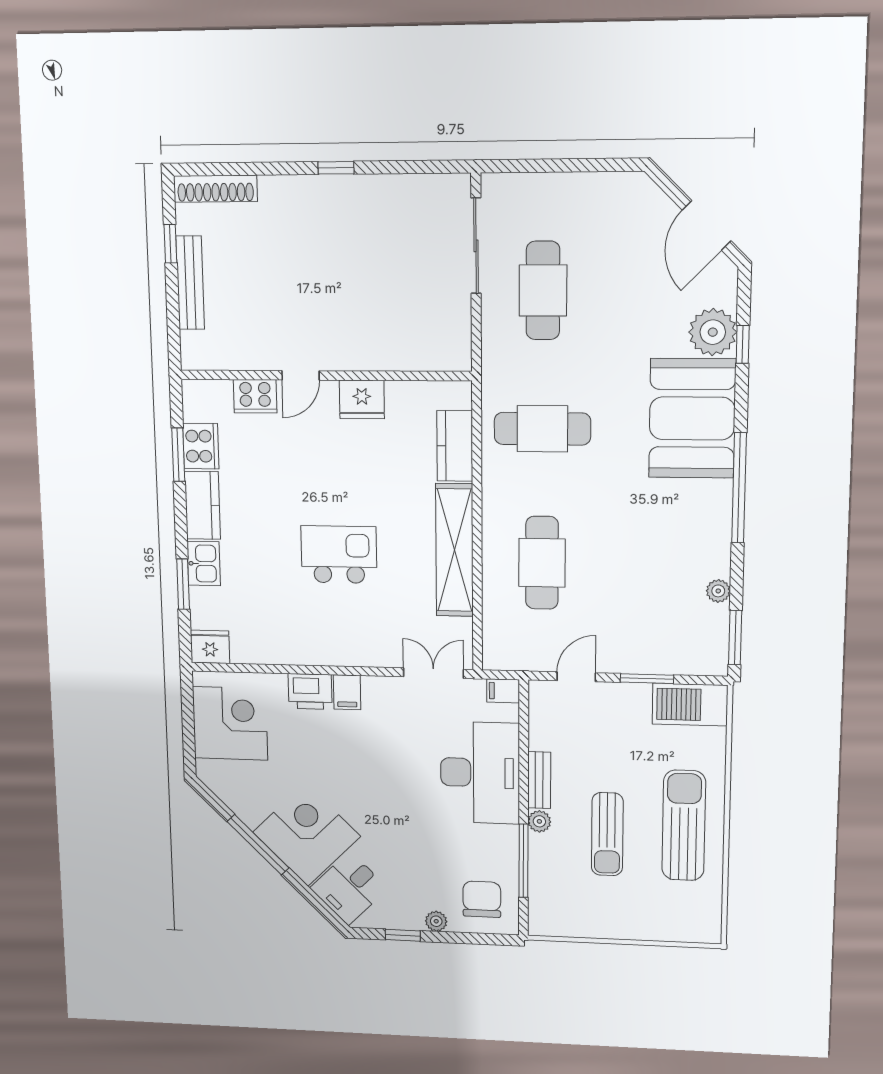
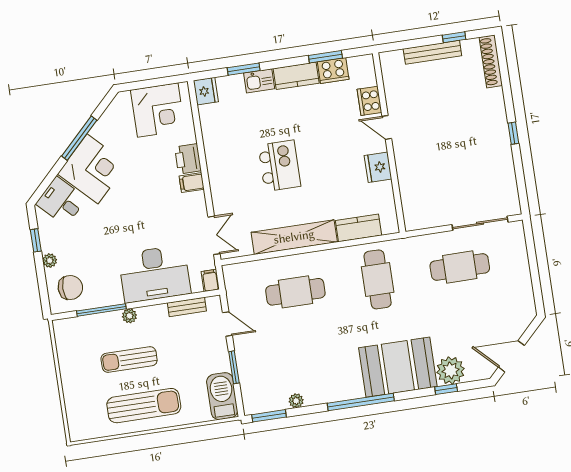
bench: (539, 780) -> (187, 307), moved

